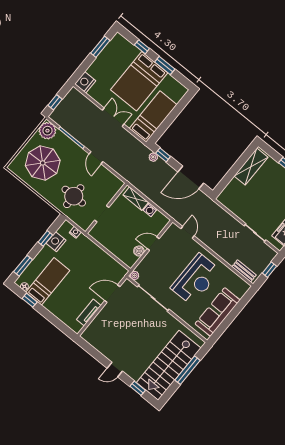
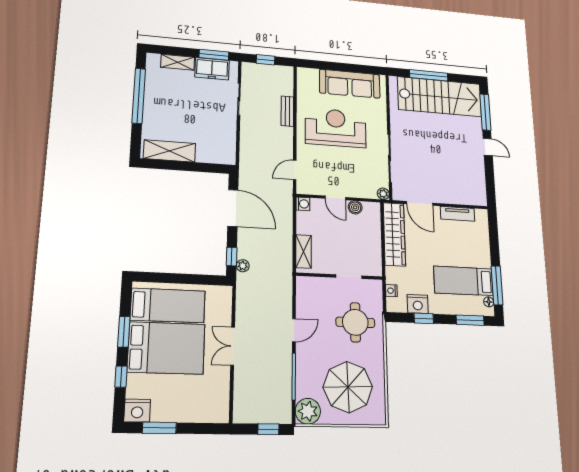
nightstand: (85, 82) -> (137, 411), moved
bed: (153, 117) -> (168, 305), moved, turned 180
washing machine: (150, 210) -> (303, 204), moved
wardrobe: (106, 262) -> (394, 234), added
bench: (244, 271) -> (287, 111), moved
window: (30, 300) -> (497, 285), width x2.17
window: (138, 388) -> (485, 112), width x2.17

